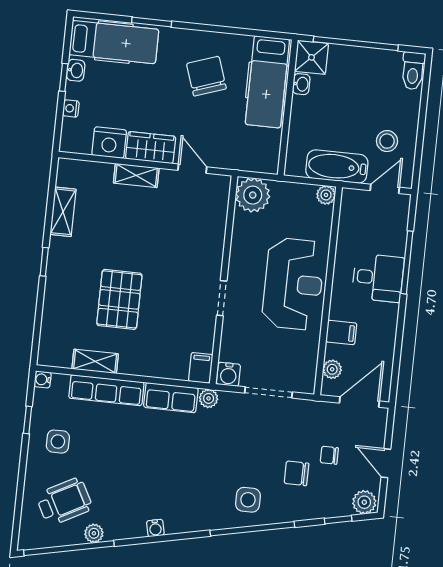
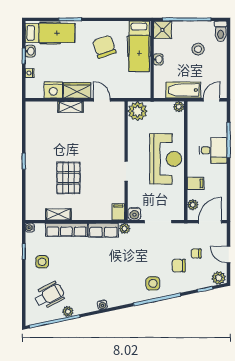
washbasin: (301, 84) -> (158, 59), moved
stool: (387, 141) -> (198, 49), moved
shelving: (63, 212) -> (31, 132), removed

